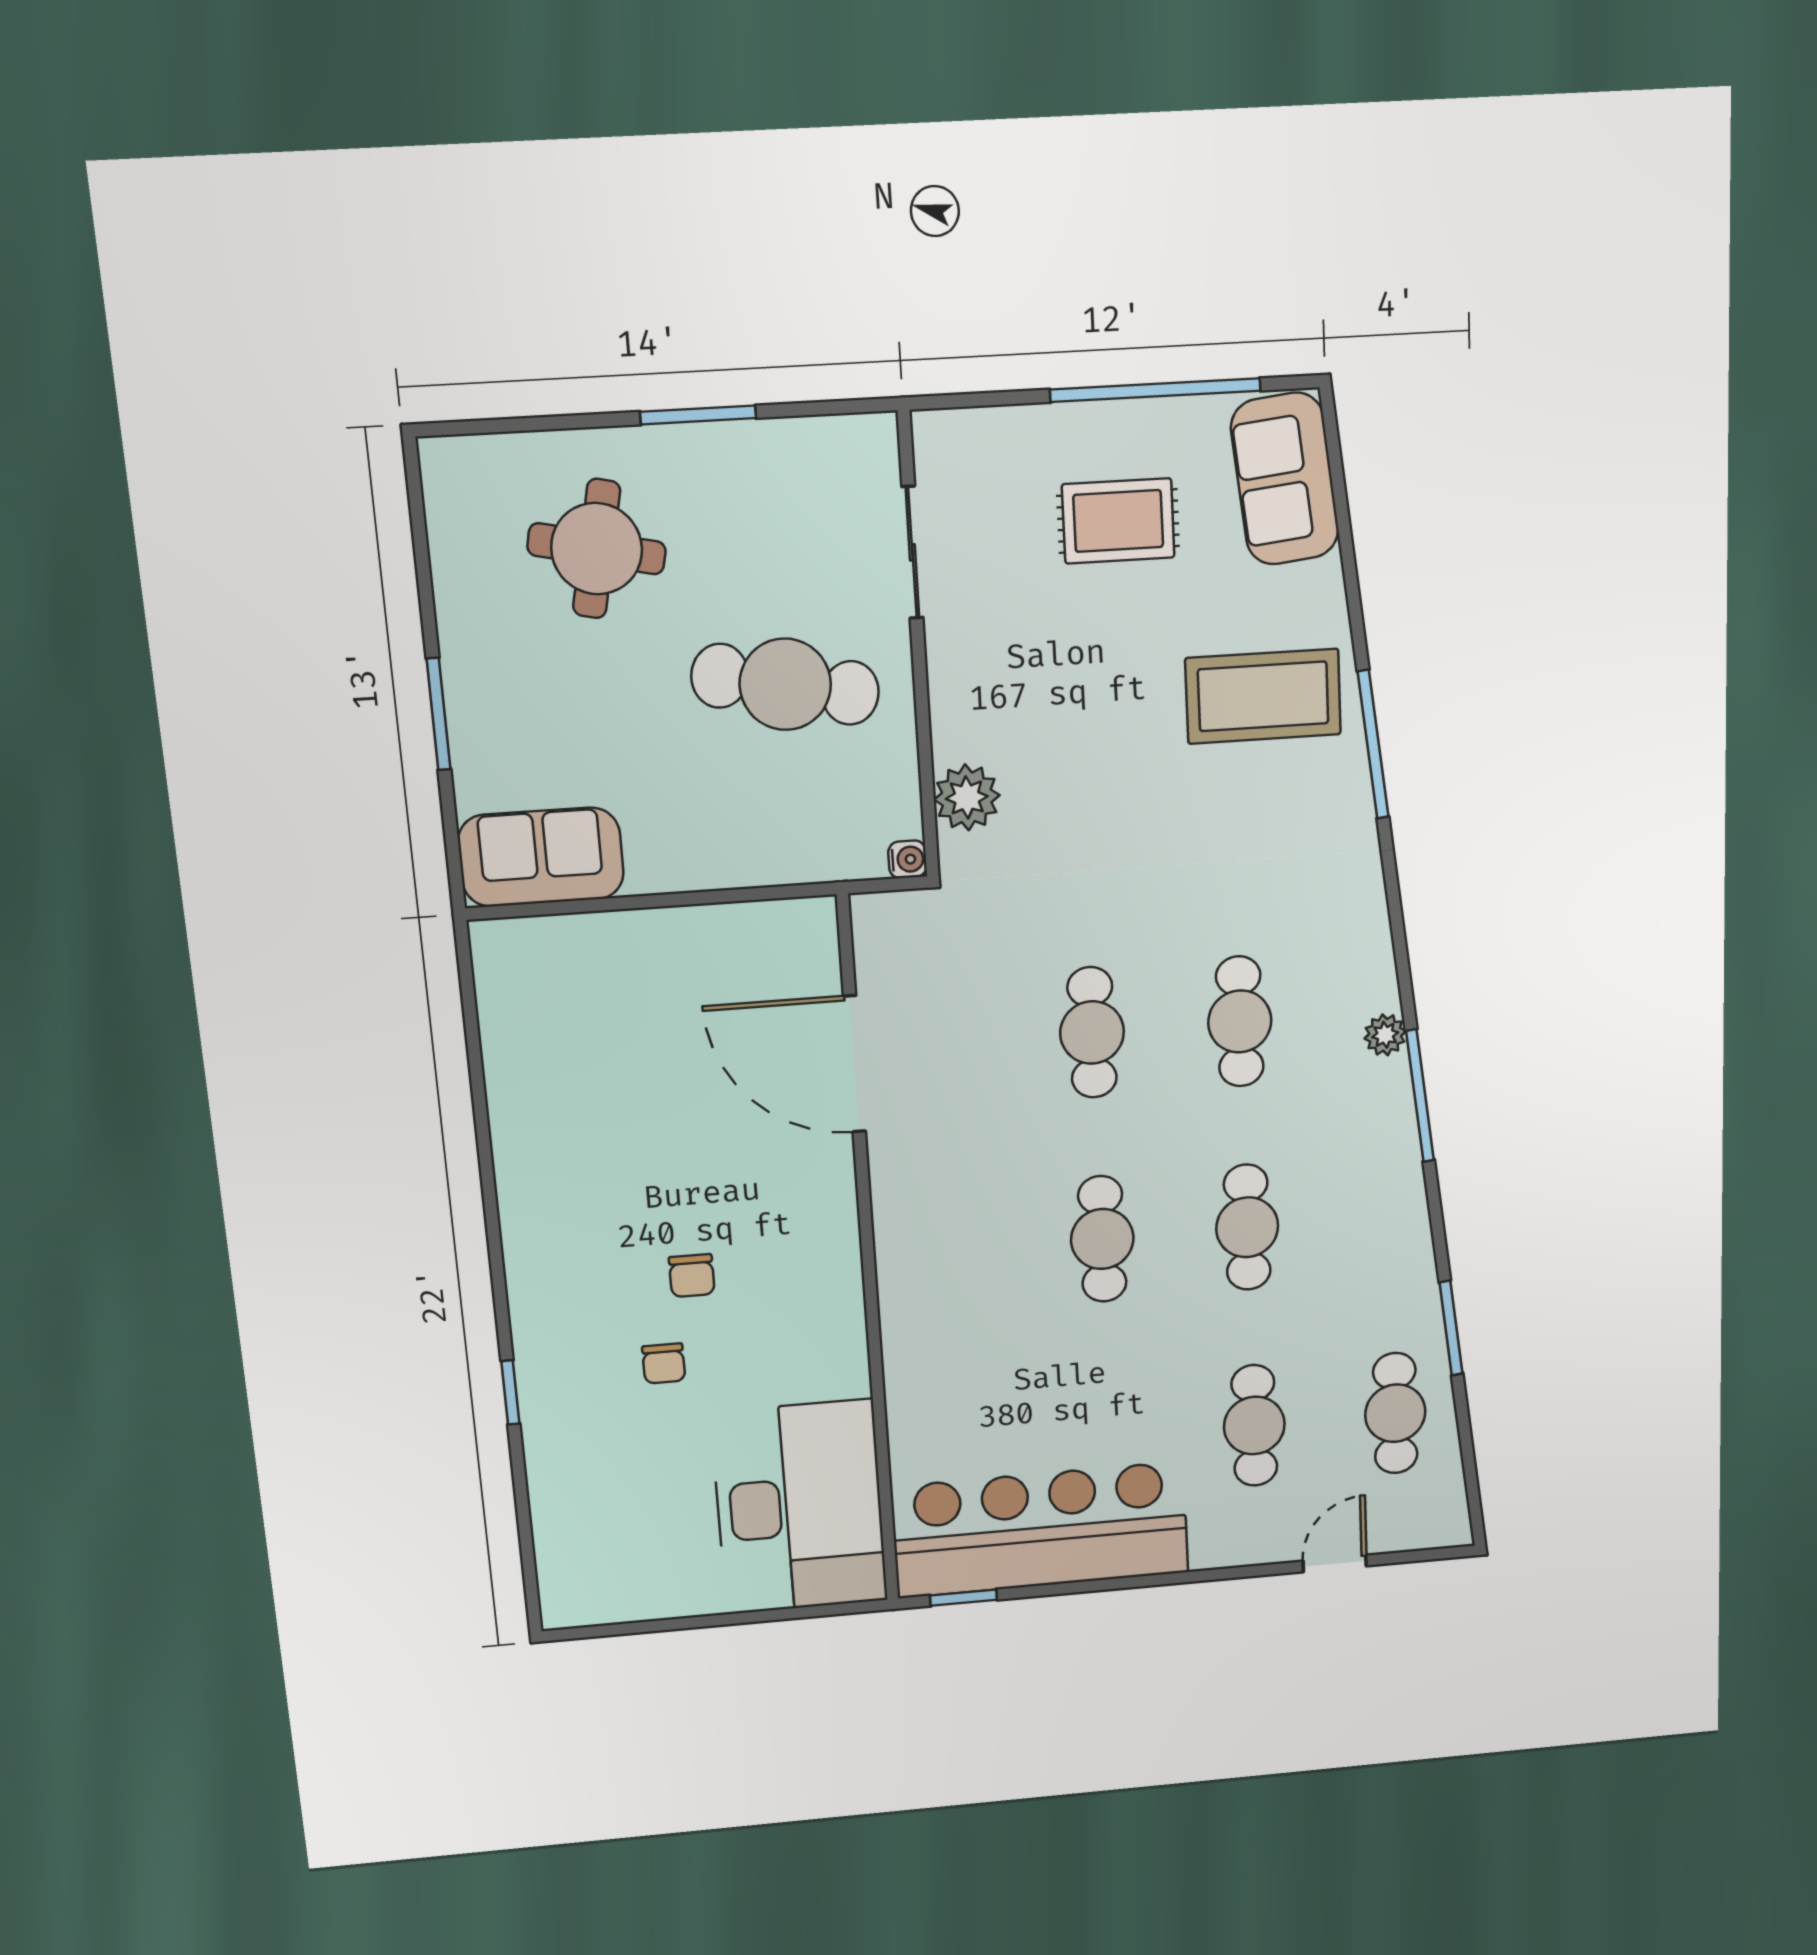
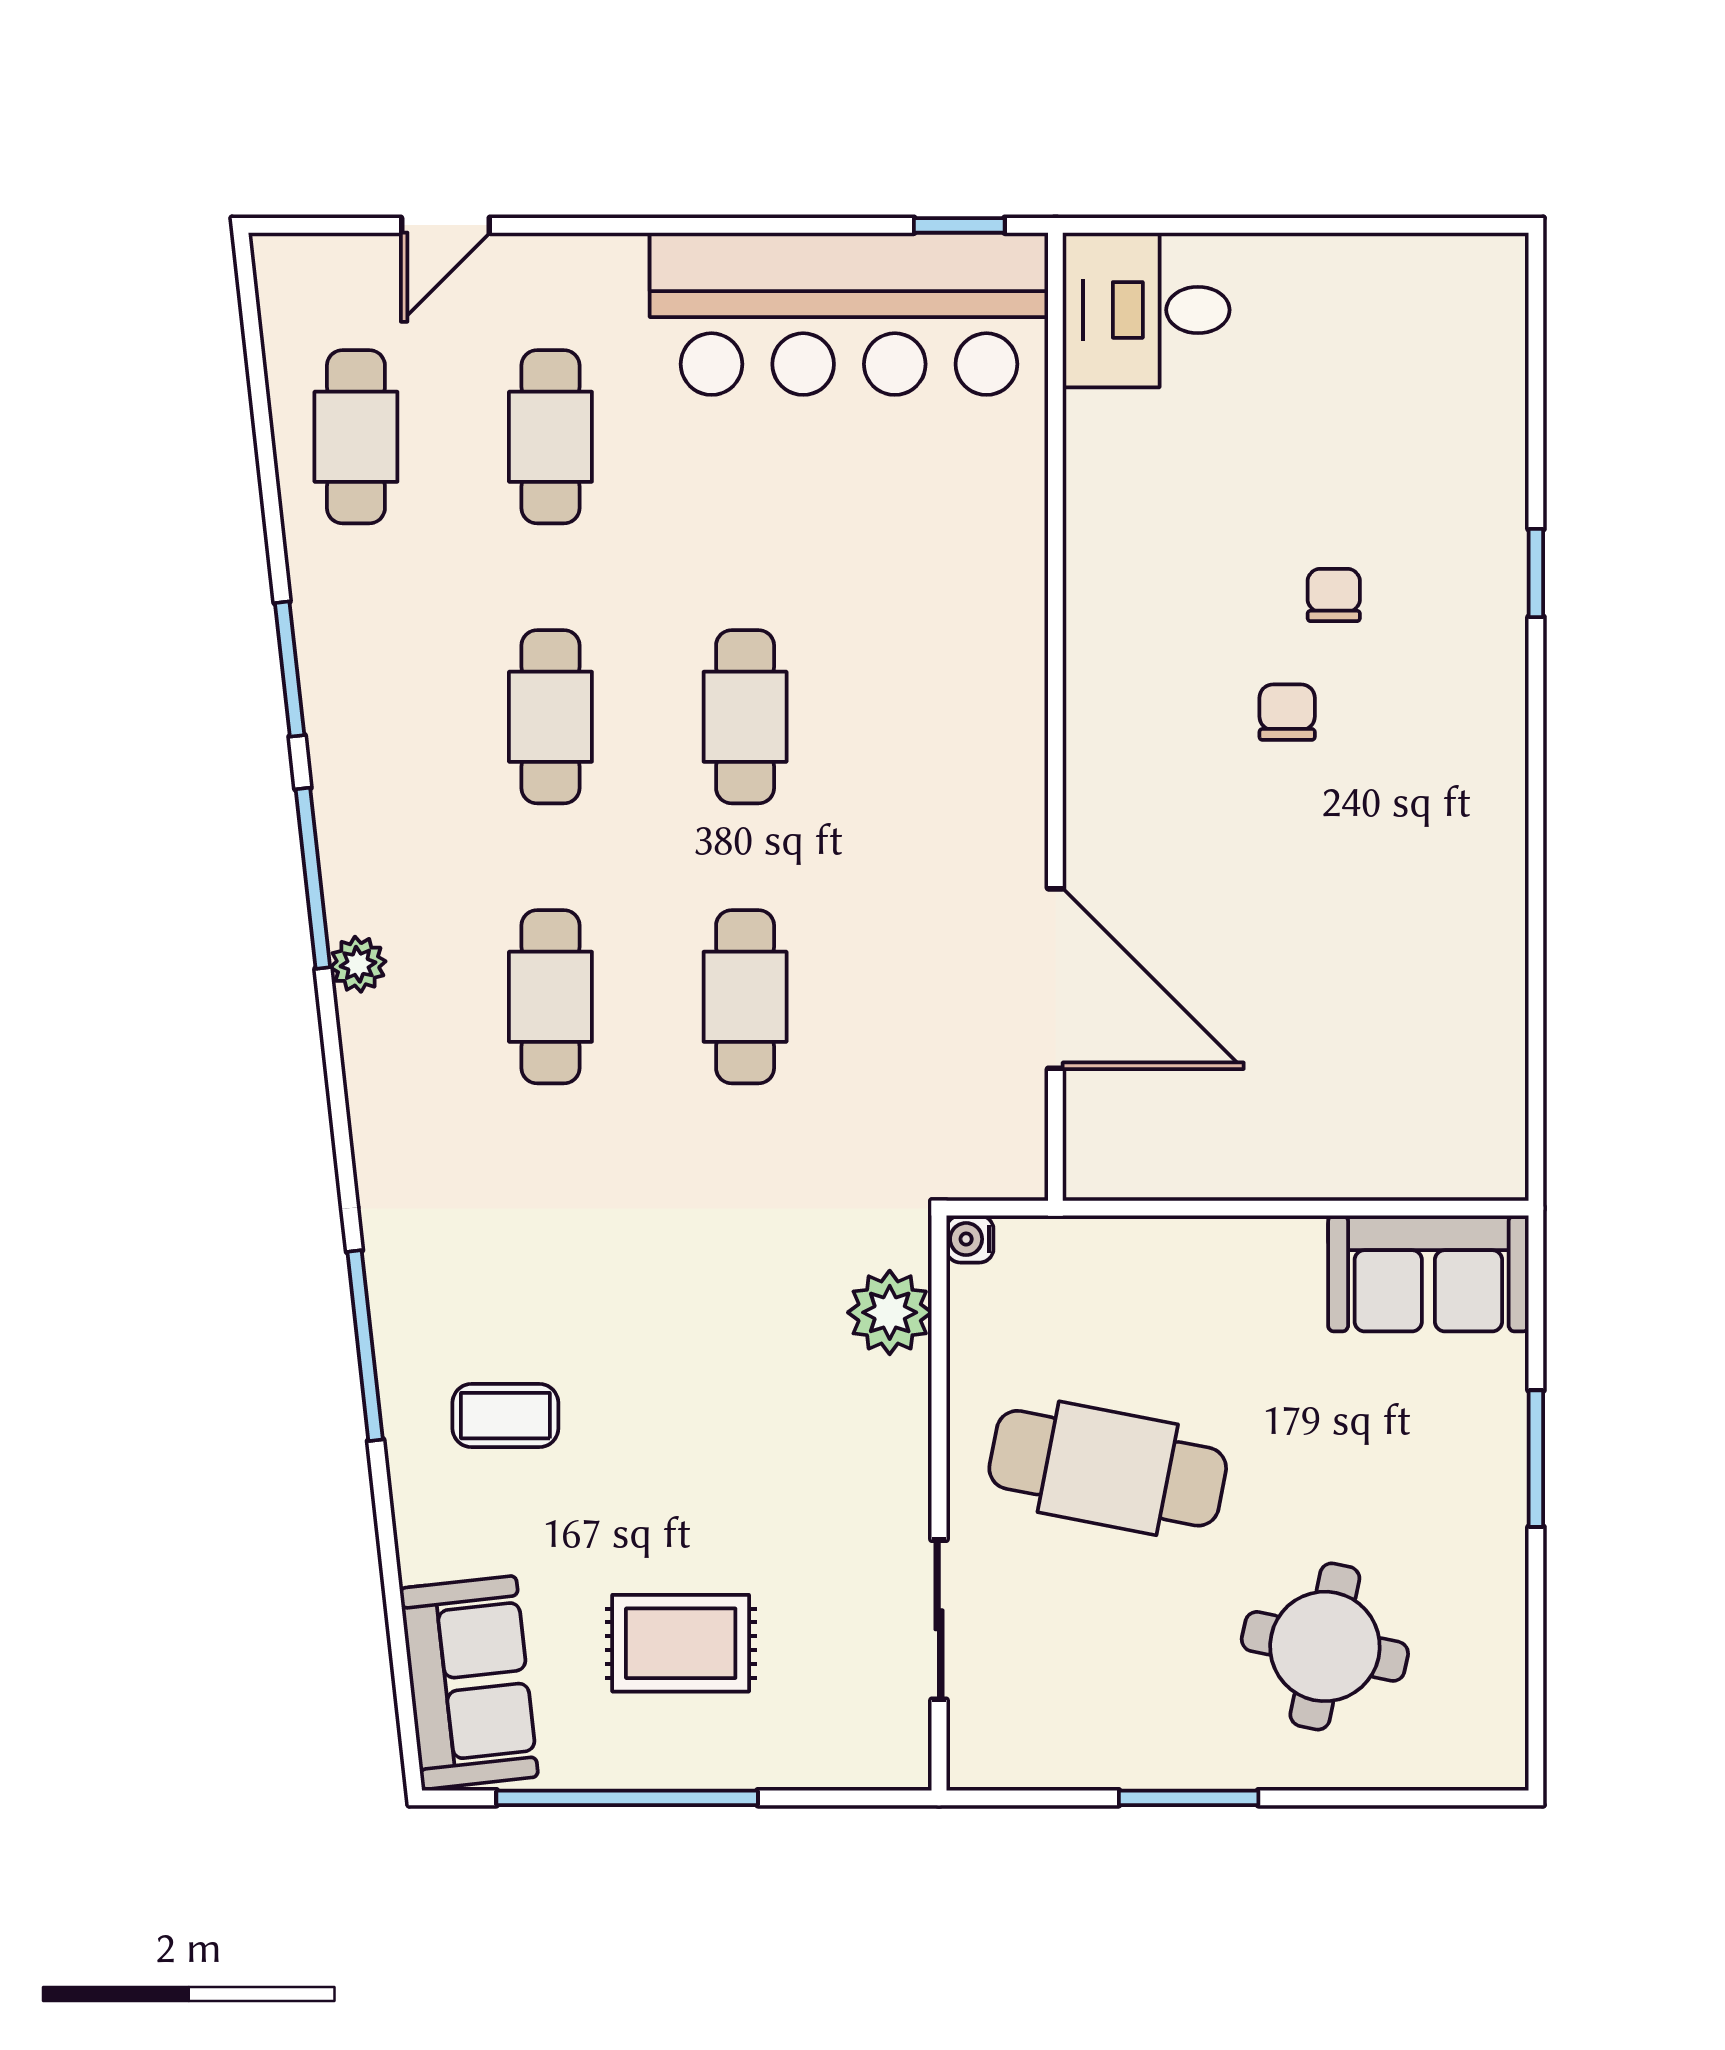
coffee table: (1263, 696) -> (505, 1416), width x0.54, depth x0.58
window: (1451, 1328) -> (290, 669), moved
desk: (799, 1507) -> (1146, 310), width x0.53, depth x0.77

